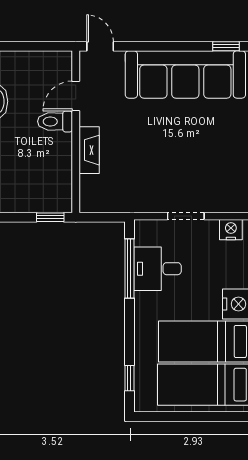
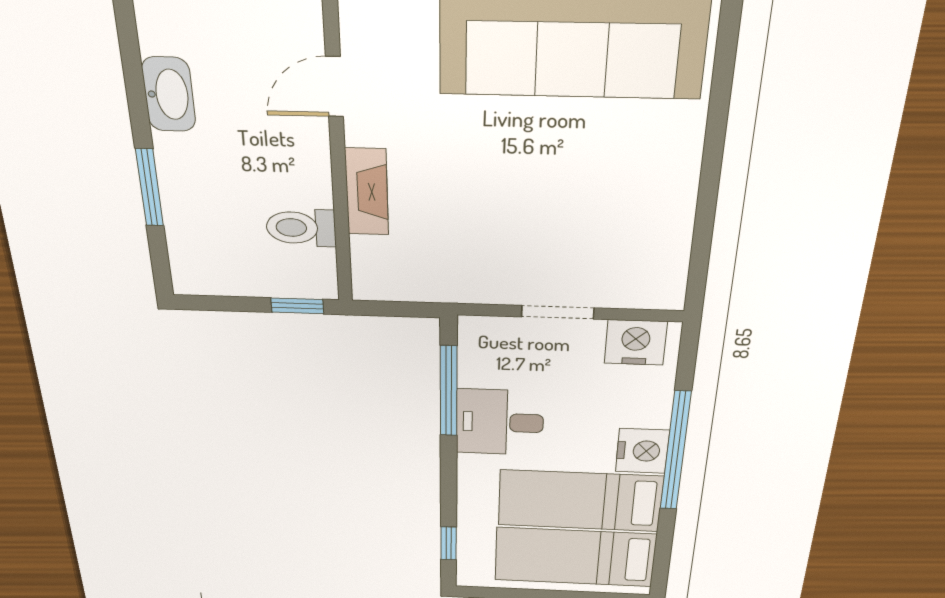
toilet: (55, 121) -> (301, 228), moved
nightstand: (231, 230) -> (636, 342), width x1.36, depth x1.33
desk: (157, 269) -> (500, 422), moved

